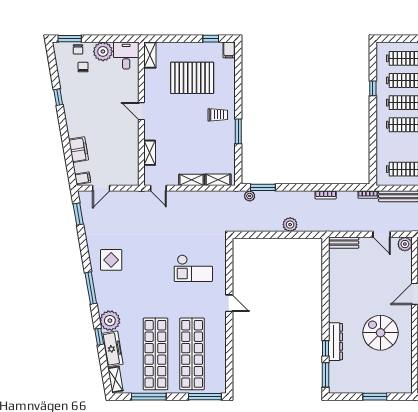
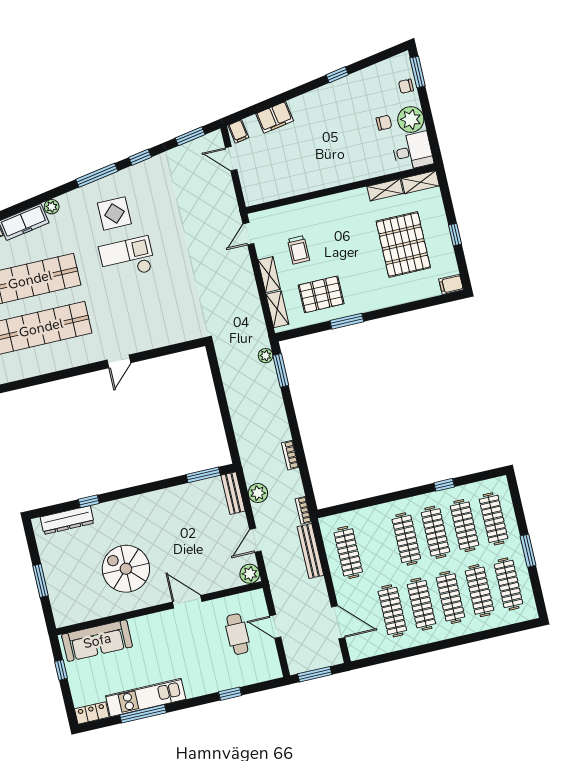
window: (211, 39) -> (455, 235), moved
chair: (83, 67) -> (384, 123), moved
door: (141, 111) -> (344, 188), removed
trolley: (218, 115) -> (299, 250), moved
pallet: (215, 146) -> (321, 294), added
shelving: (150, 153) -> (385, 190), moved
plant: (290, 225) -> (258, 493), moved
display table: (111, 260) -> (114, 213), moved
checkout: (193, 268) -> (127, 258), moved, turned 90
plant: (110, 321) -> (52, 207), width x0.53, depth x0.53
spiral stairs: (381, 333) -> (126, 569), turned -90
window: (99, 337) -> (140, 157), moved
dresser: (335, 342) -> (67, 520), moved
window: (325, 375) -> (203, 475), moved

